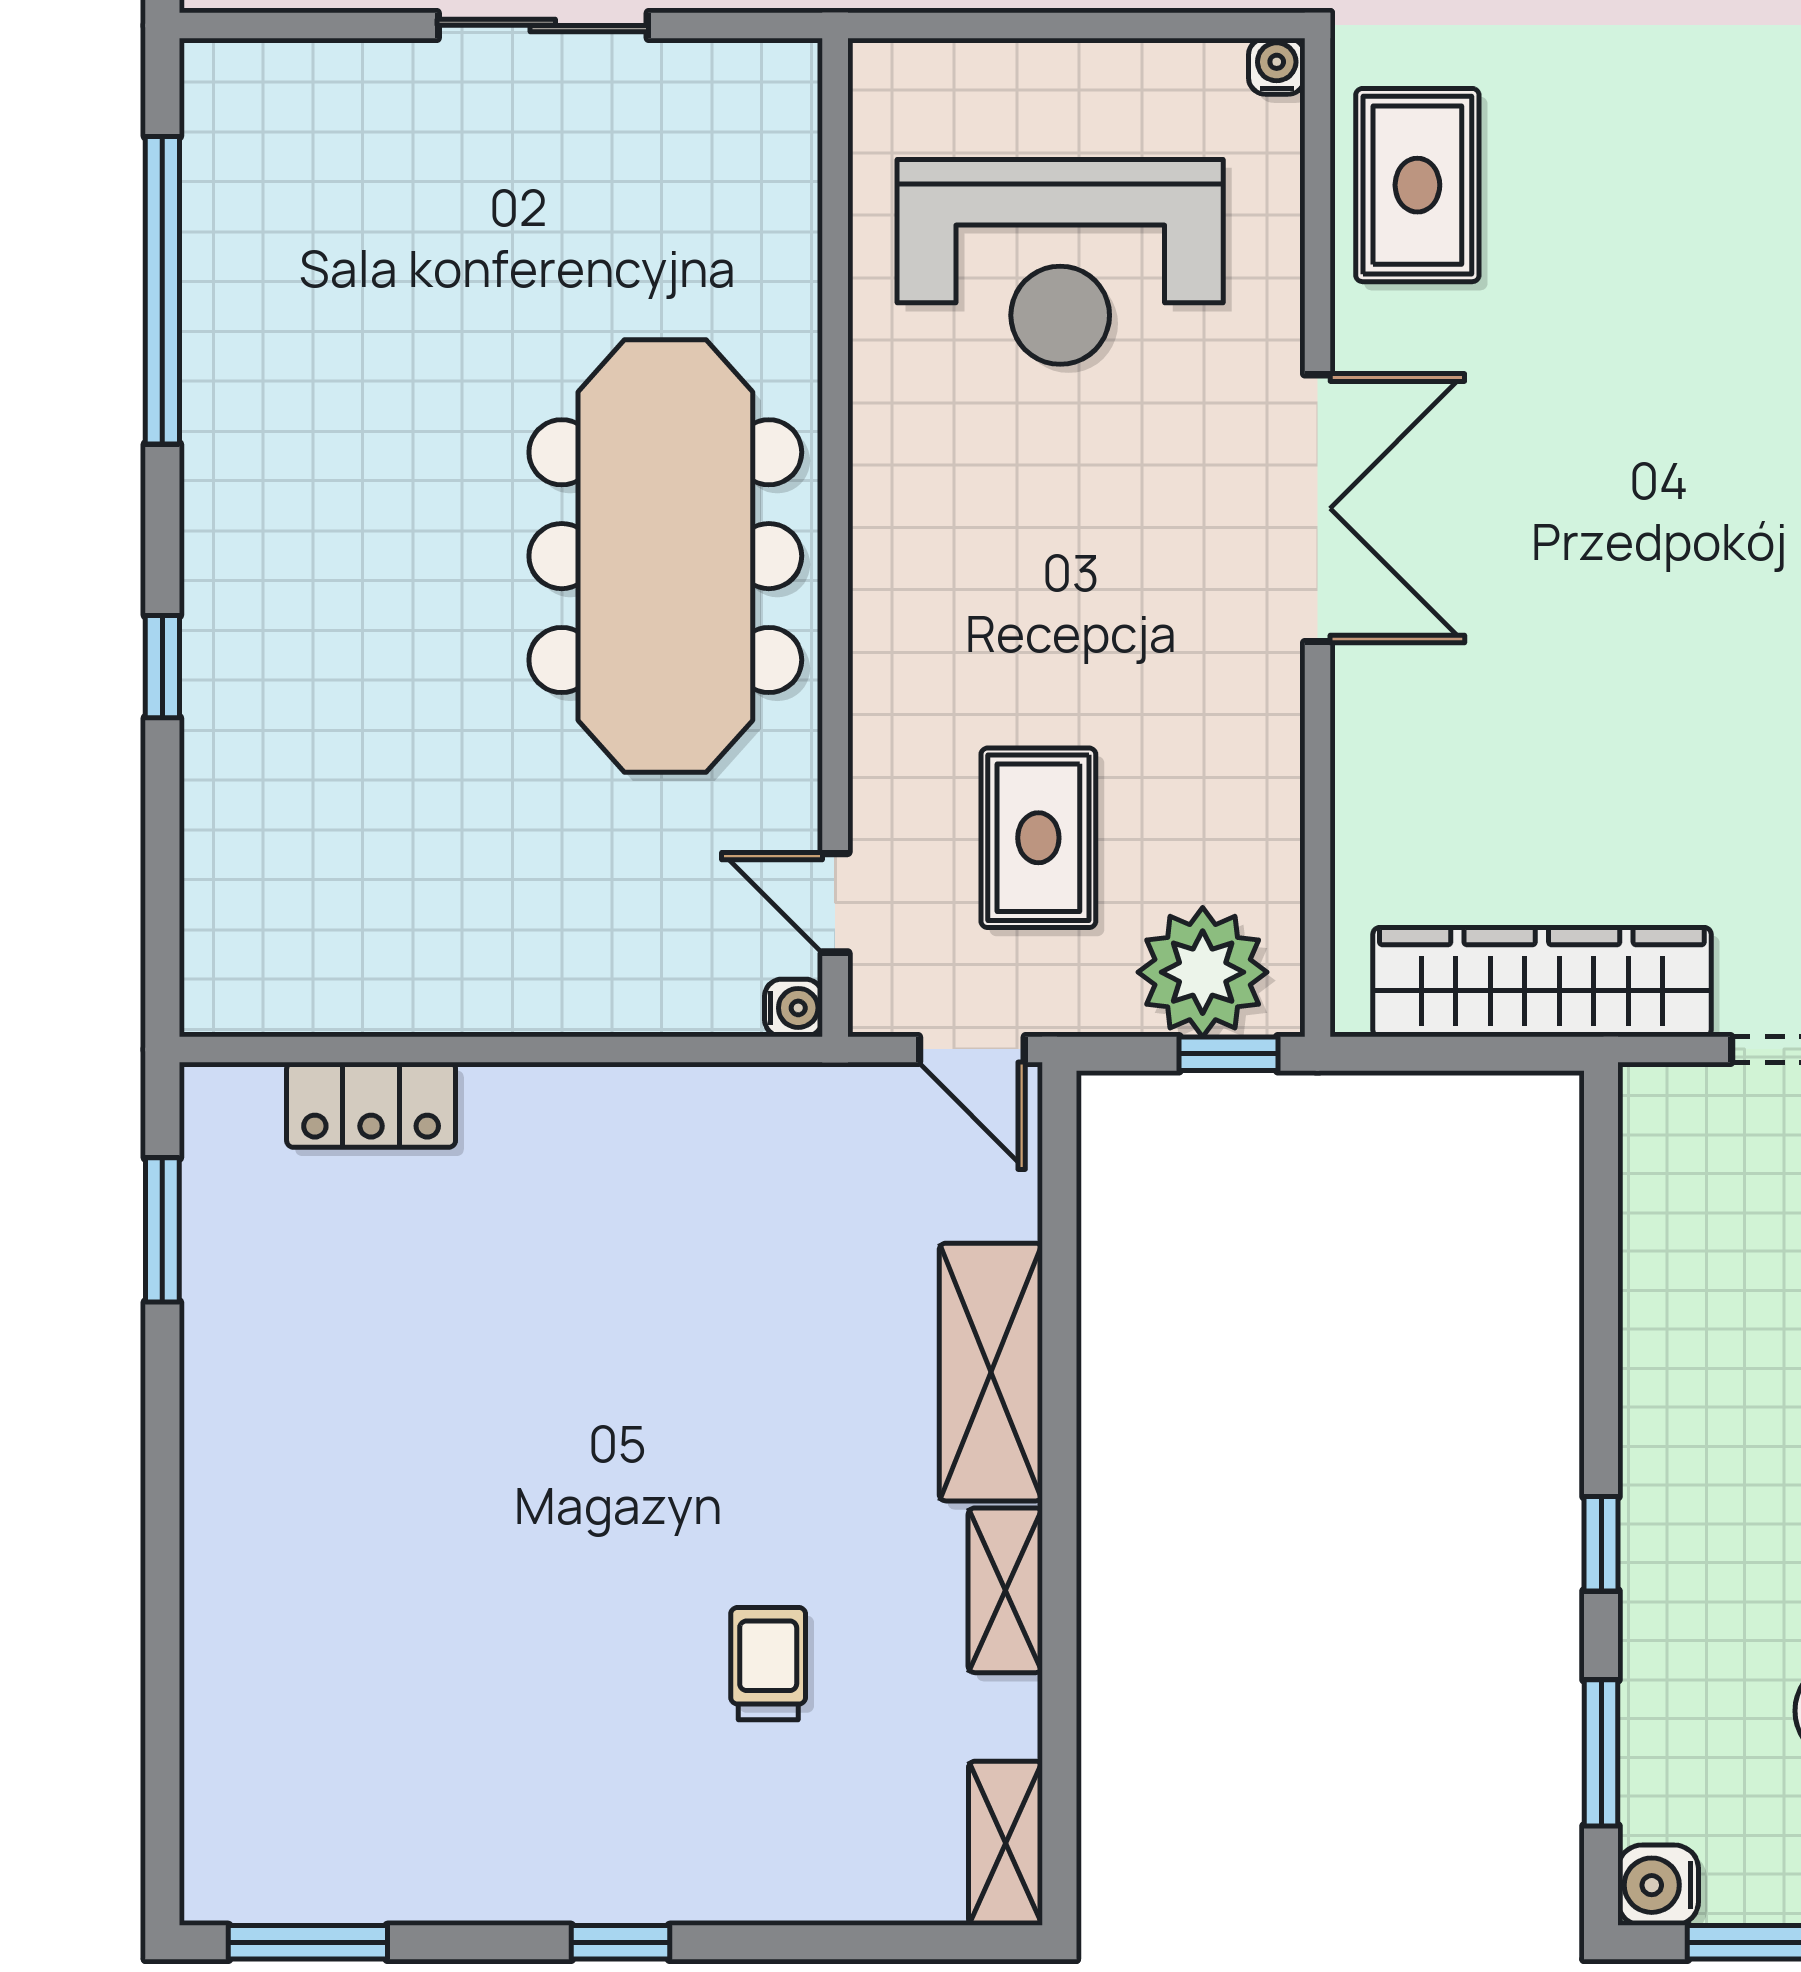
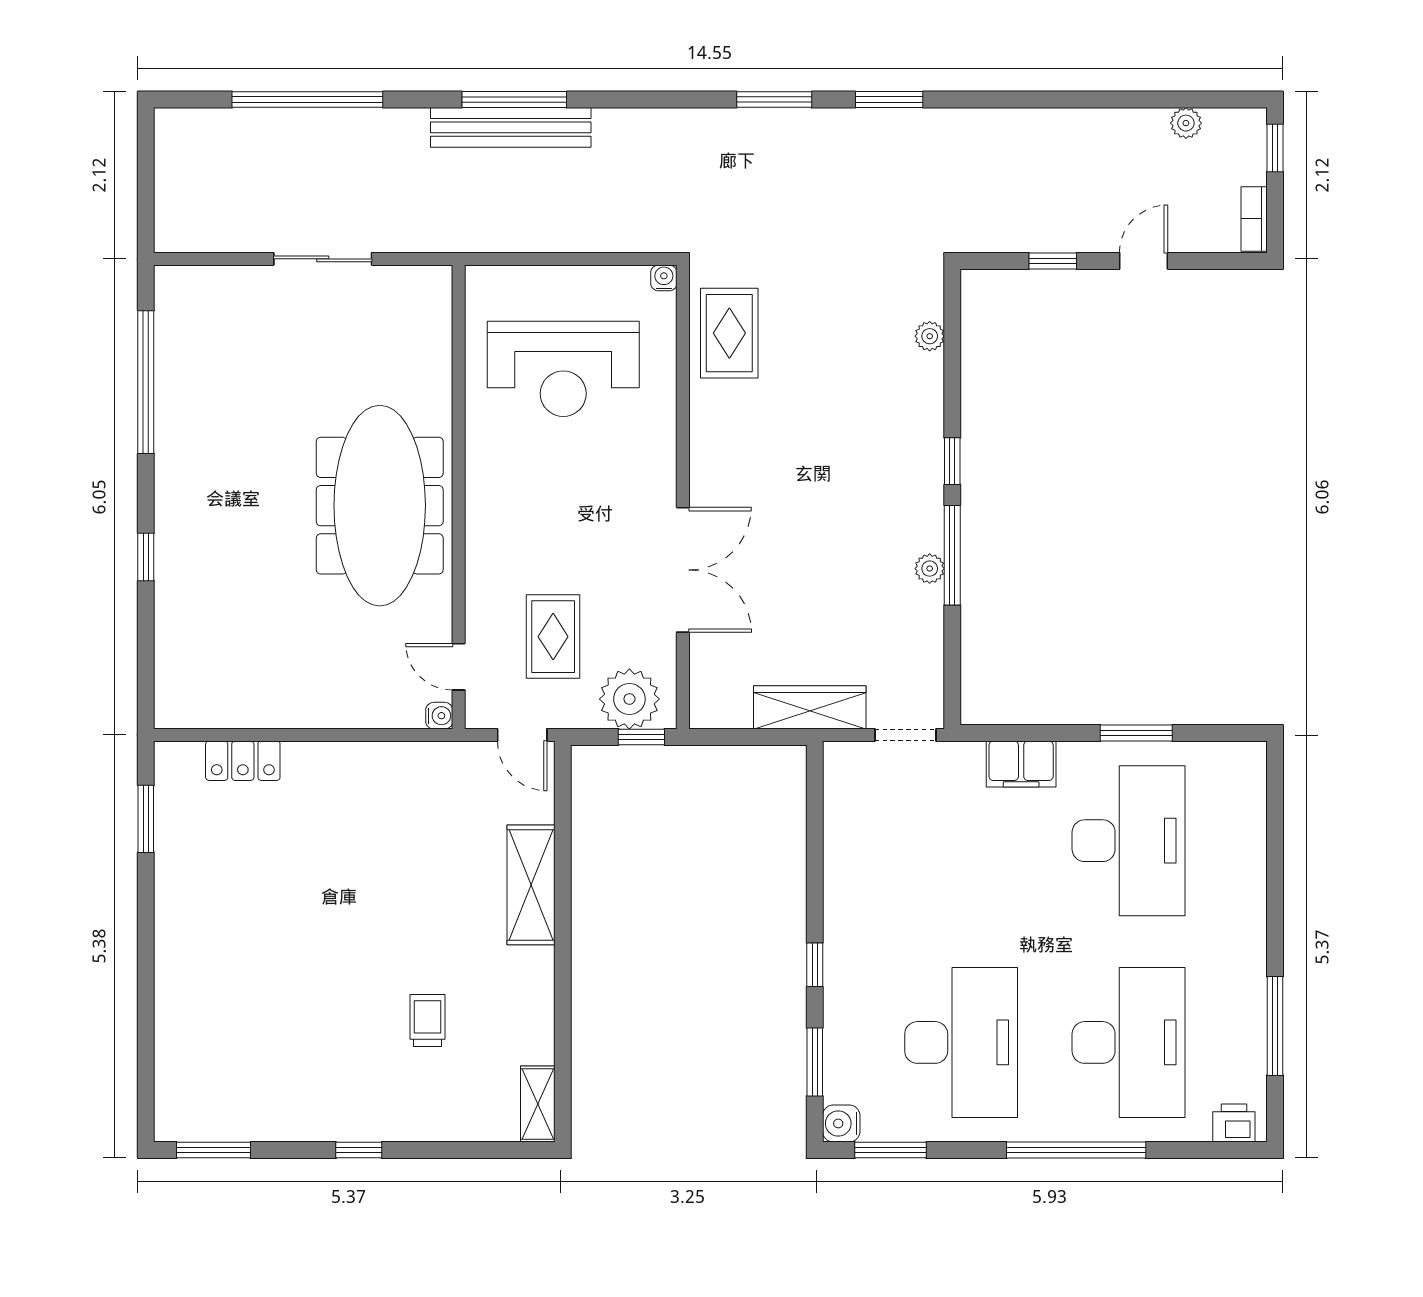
double door: (1318, 508) -> (683, 570), moved
wardrobe: (1542, 982) -> (810, 707), width x0.71, depth x0.85
shelving: (1005, 1590) -> (538, 986), removed

